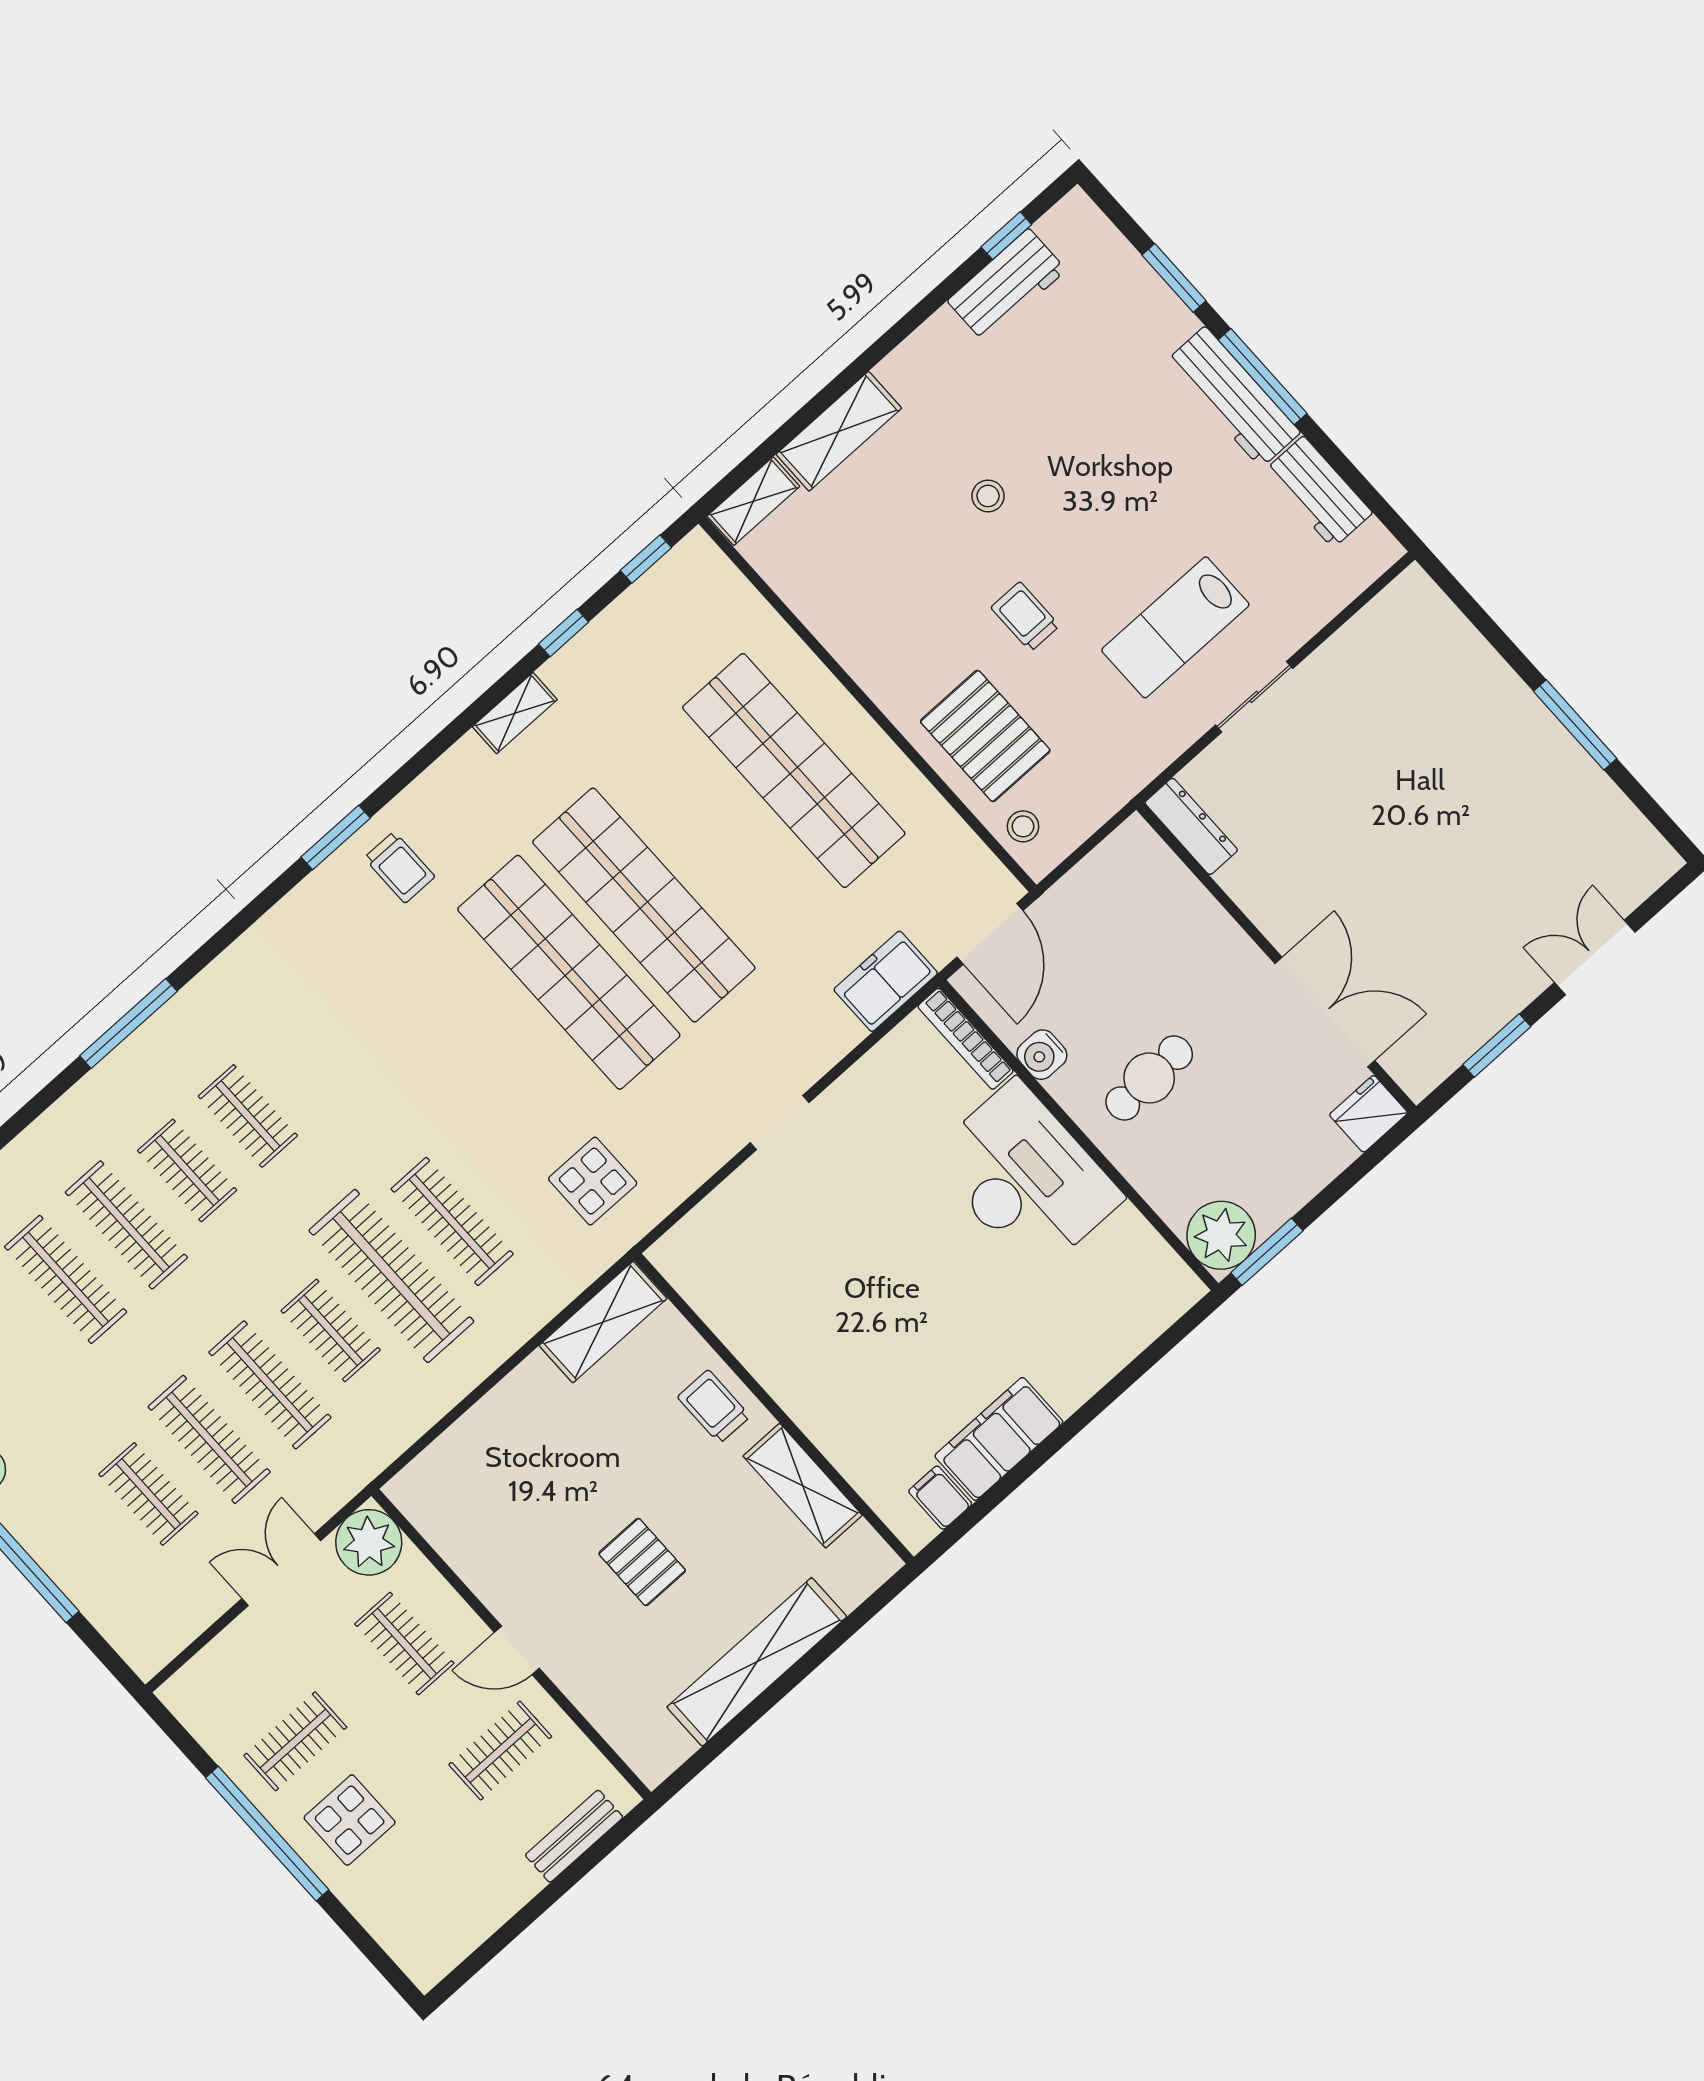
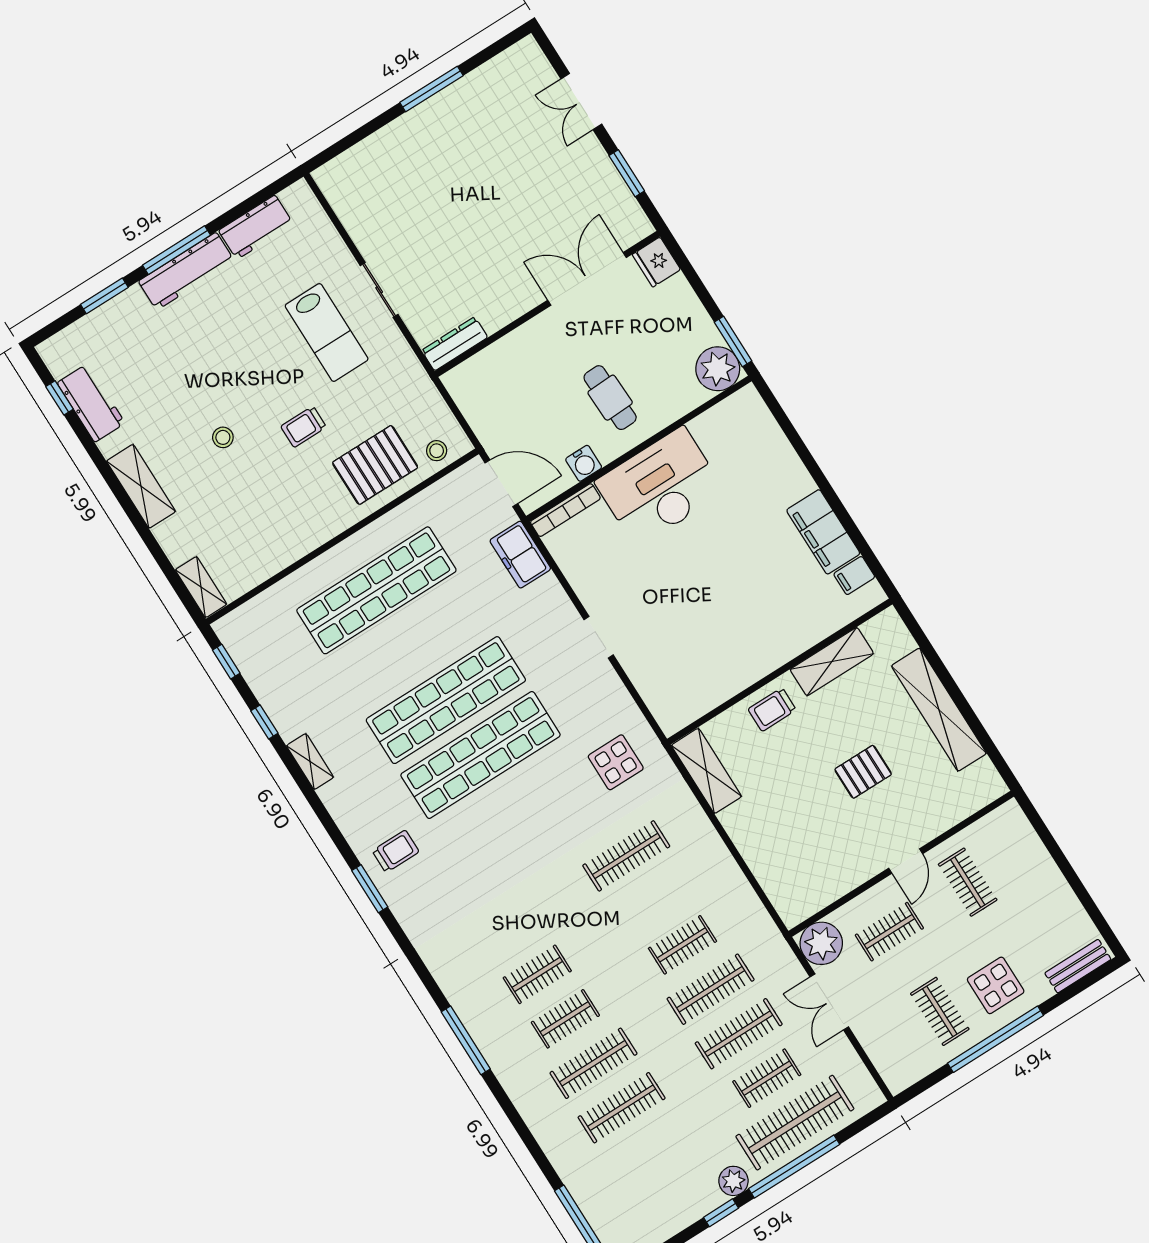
shelving: (839, 431) -> (141, 486), moved
clothes rail: (391, 1276) -> (795, 1123), moved
bench: (574, 1836) -> (1078, 966), moved, turned 90

